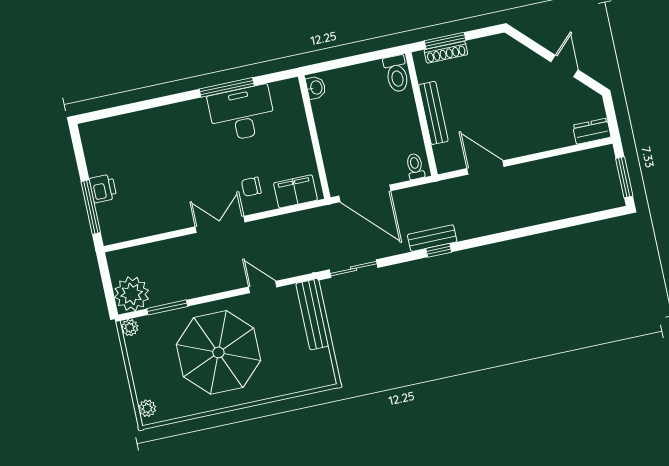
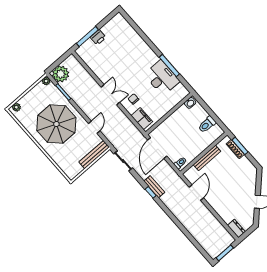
toilet: (396, 74) -> (207, 124), moved

